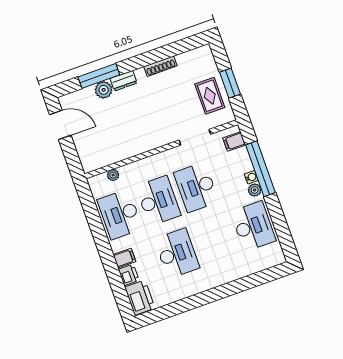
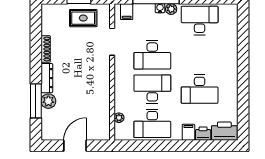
dresser: (124, 81) -> (47, 78), width x1.44
door: (60, 125) -> (75, 146), moved
desk: (177, 253) -> (200, 89), turned 180

